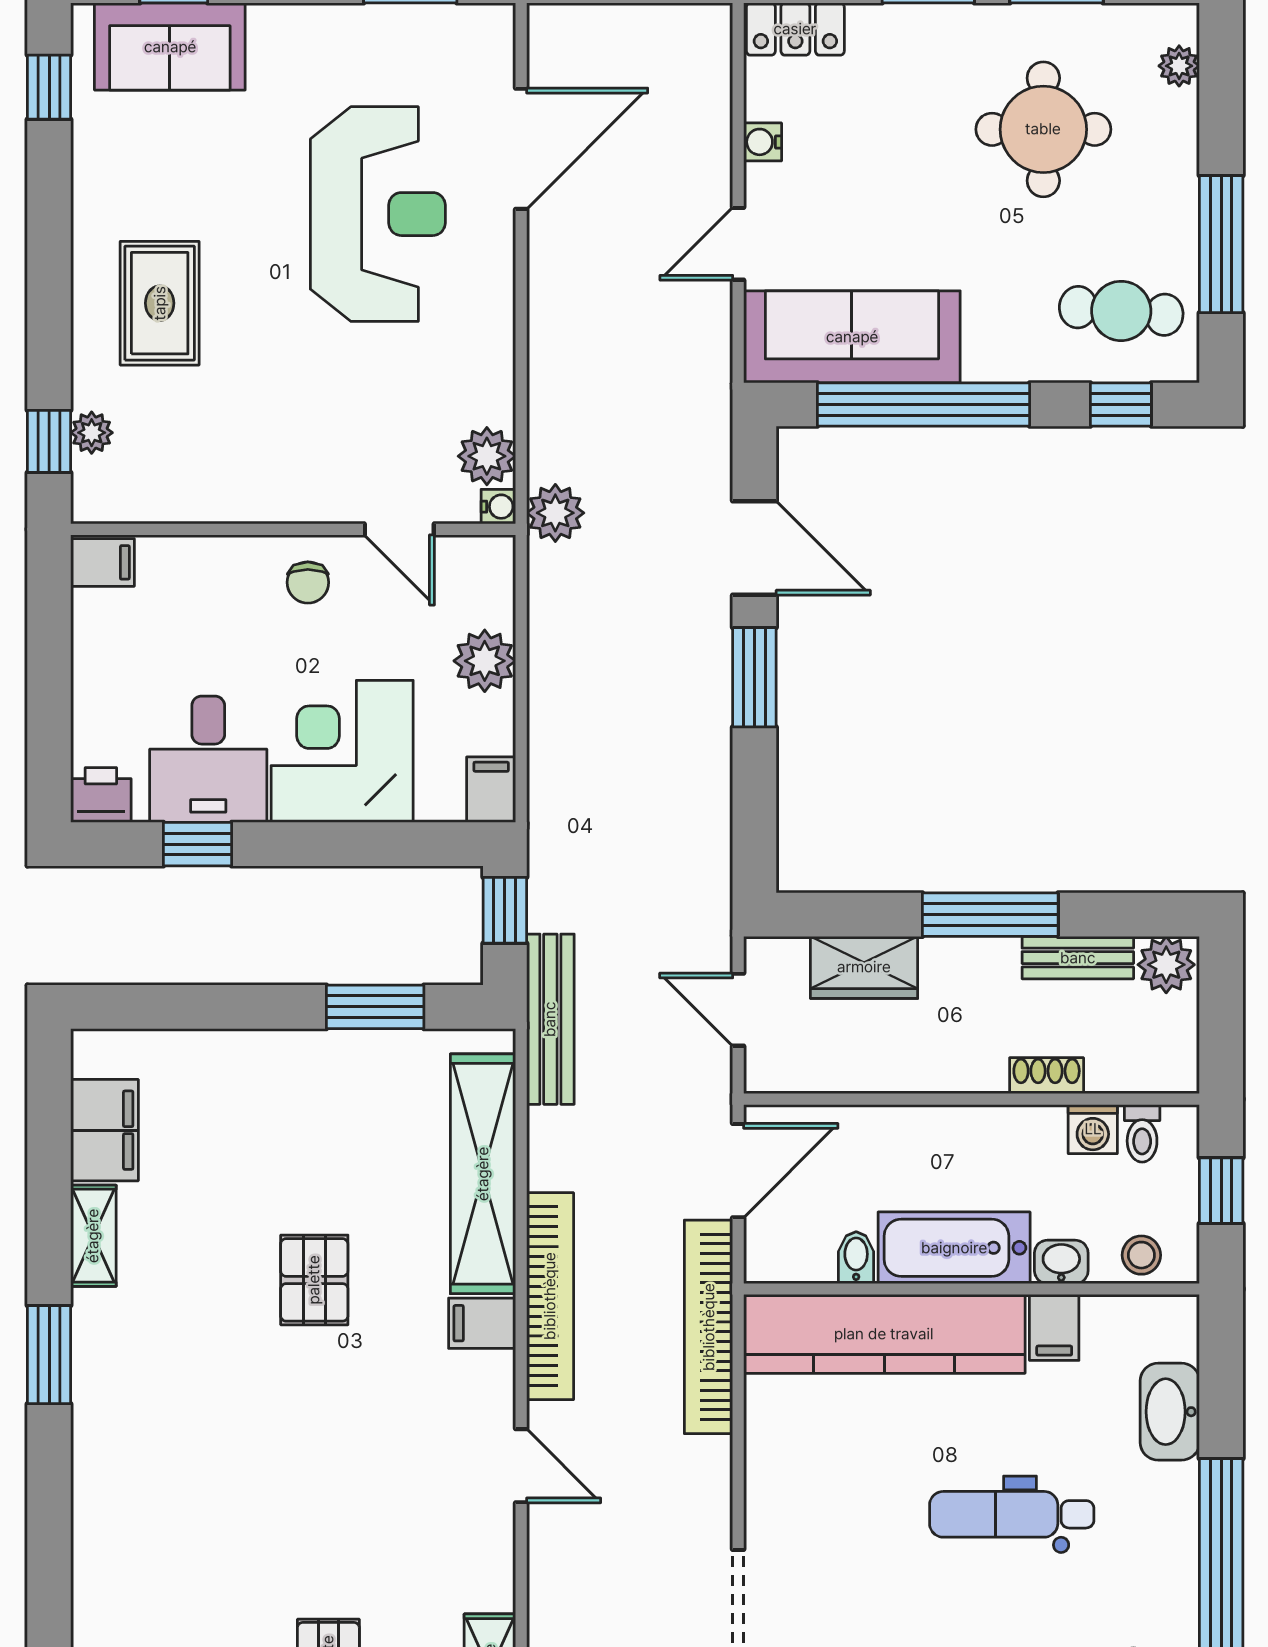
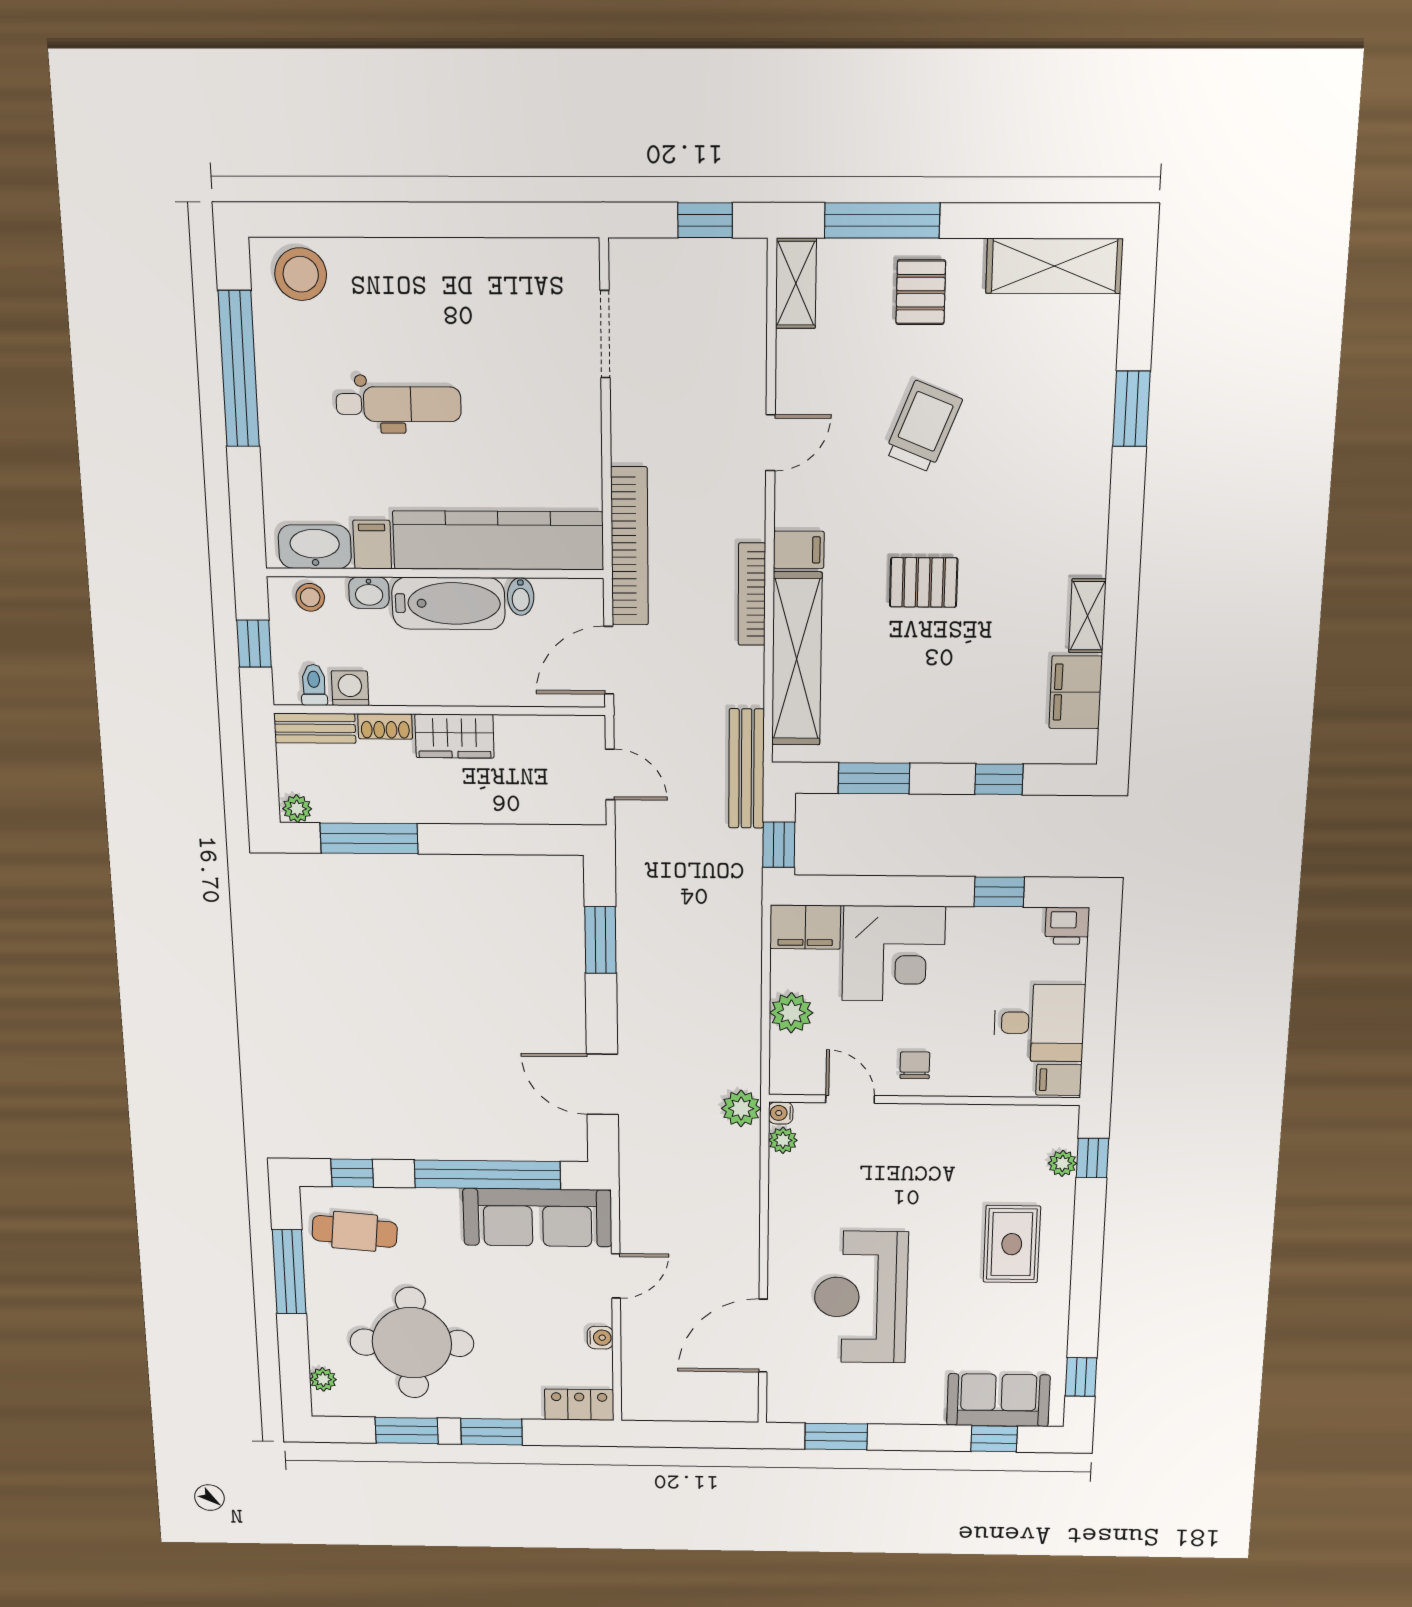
round table: (1043, 129) -> (412, 1343), width x1.36, depth x1.36
plant: (487, 456) -> (783, 1140), width x0.73, depth x0.73
window: (754, 677) -> (600, 940), moved
desk: (208, 759) -> (1039, 1023), moved, turned 90
filing cabinet: (491, 790) -> (805, 927), width x2.00
window: (990, 915) -> (369, 838), moved
bench: (1078, 958) -> (315, 728), moved
plant: (1166, 965) -> (297, 809), width x0.73, depth x0.73
wardrobe: (864, 967) -> (454, 736), moved, turned 180
window: (204, 1007) -> (999, 779), added
pallet: (314, 1280) -> (924, 582), turned 90
bookcase: (550, 1296) -> (752, 594), width x0.68, depth x0.76
window: (49, 1355) -> (1131, 409), moved
washbasin: (1170, 1412) -> (315, 547), moved, turned -90
door: (521, 1466) -> (770, 443), swing flipped
trolley: (320, 1488) -> (923, 427), added

